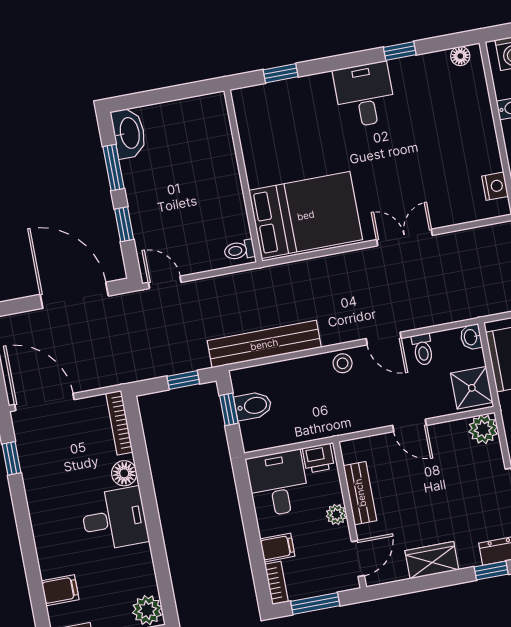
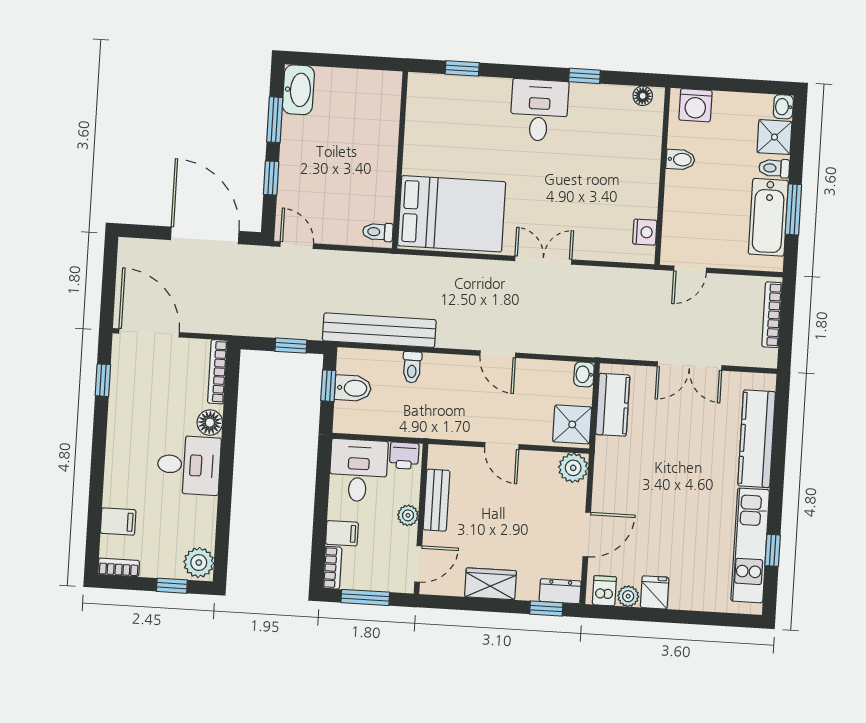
toilet: (423, 349) -> (412, 367), moved
stool: (343, 363) -> (451, 368), removed

